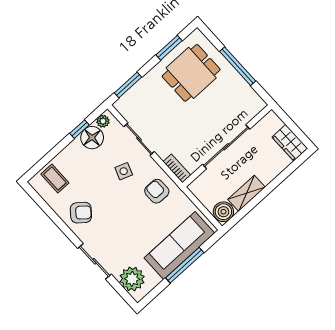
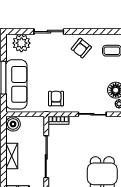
side table: (124, 171) -> (83, 91), removed
armchair: (157, 191) -> (56, 99), turned -90
shelving: (247, 193) -> (12, 156), moved

